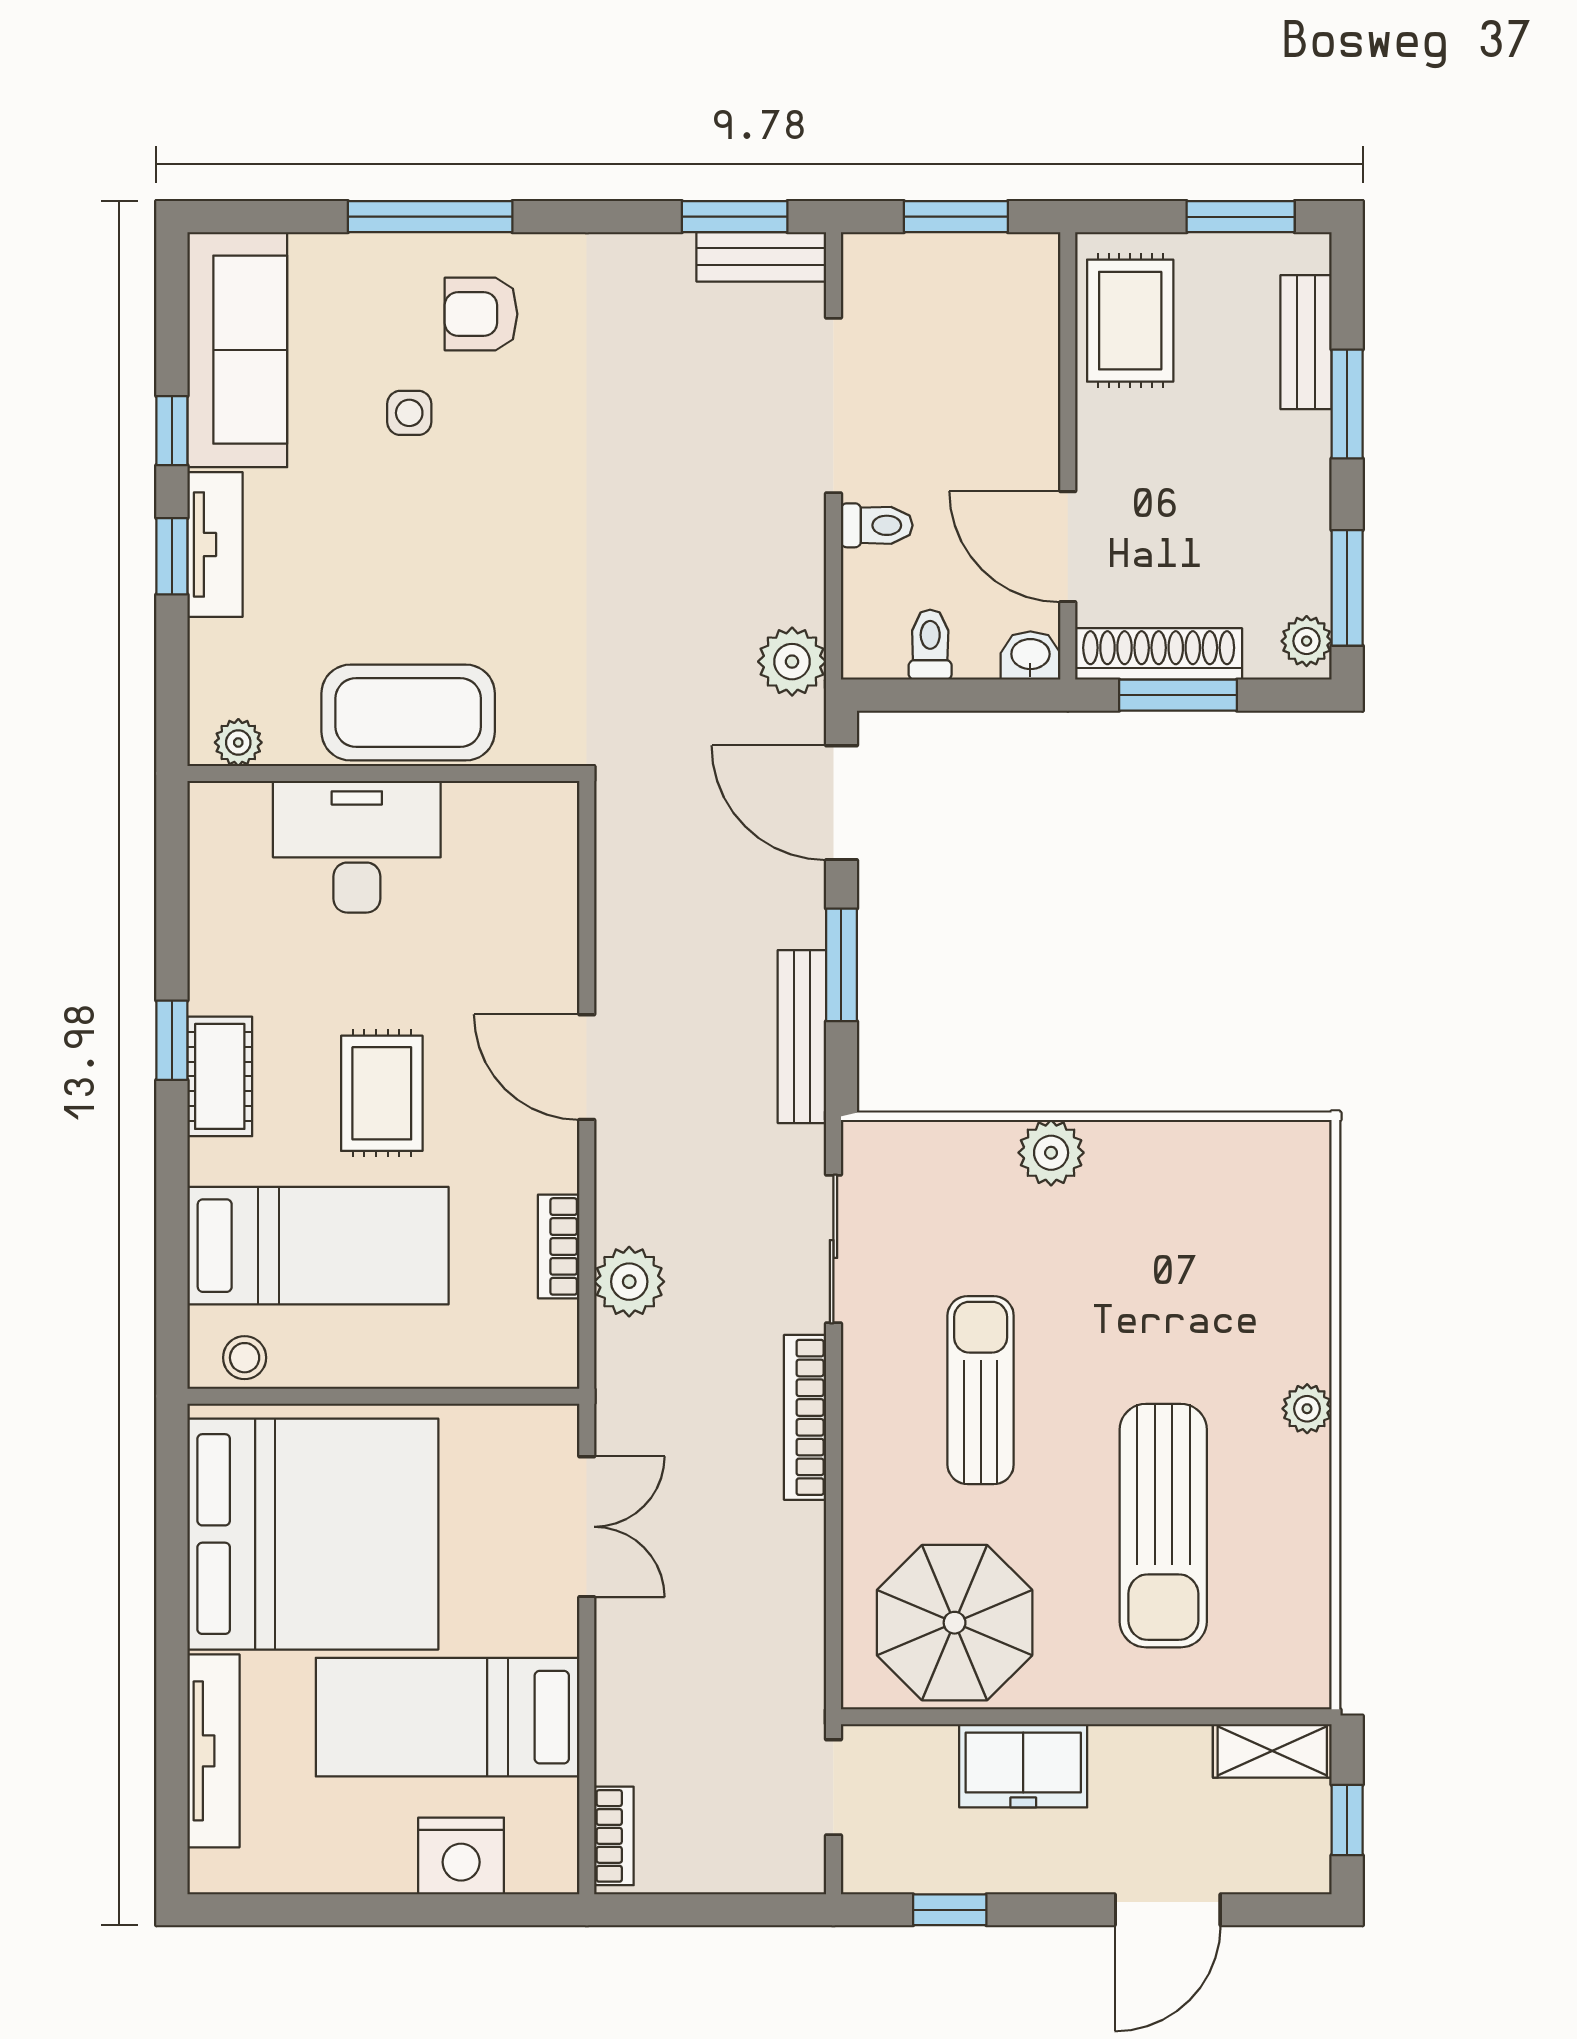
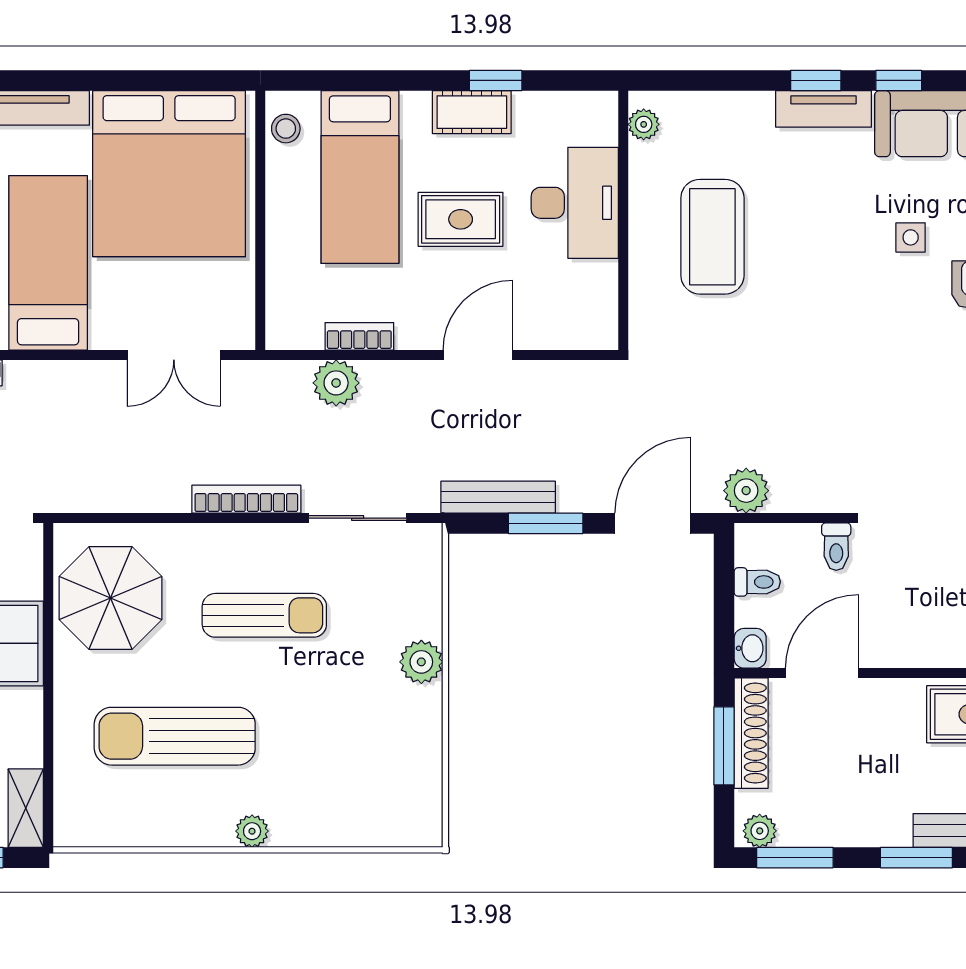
plant: (238, 742) -> (644, 124), moved
wall: (383, 773) -> (623, 220), moved
desk: (357, 847) -> (575, 203), moved

